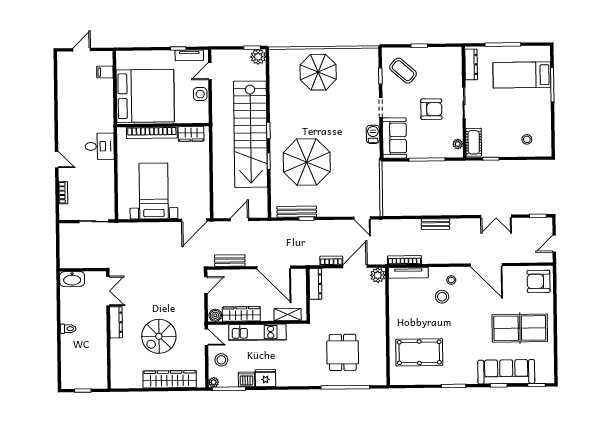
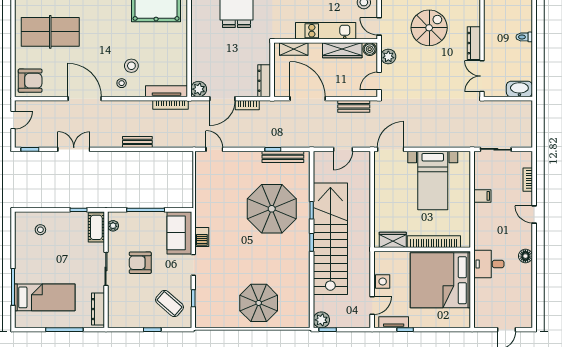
filing cabinet: (105, 72) -> (482, 196), moved
floor lamp: (64, 120) -> (525, 256), added
desk: (100, 146) -> (489, 264), moved
plant: (197, 308) -> (388, 56), added

